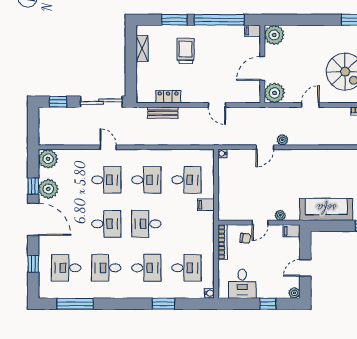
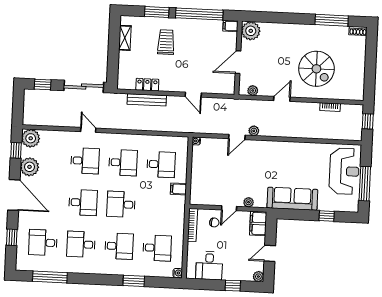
plant: (274, 93) -> (253, 91), width x0.53, depth x0.53
bench: (163, 113) -> (147, 100), width x1.36
window: (33, 186) -> (16, 150), moved
filing cabinet: (292, 231) -> (258, 223), width x2.00

